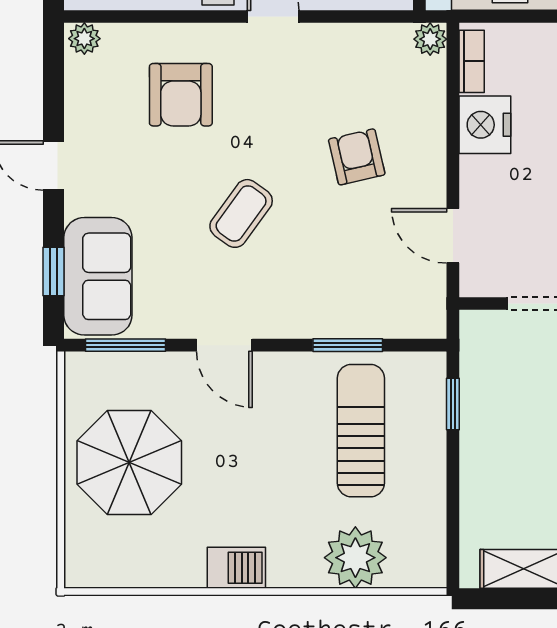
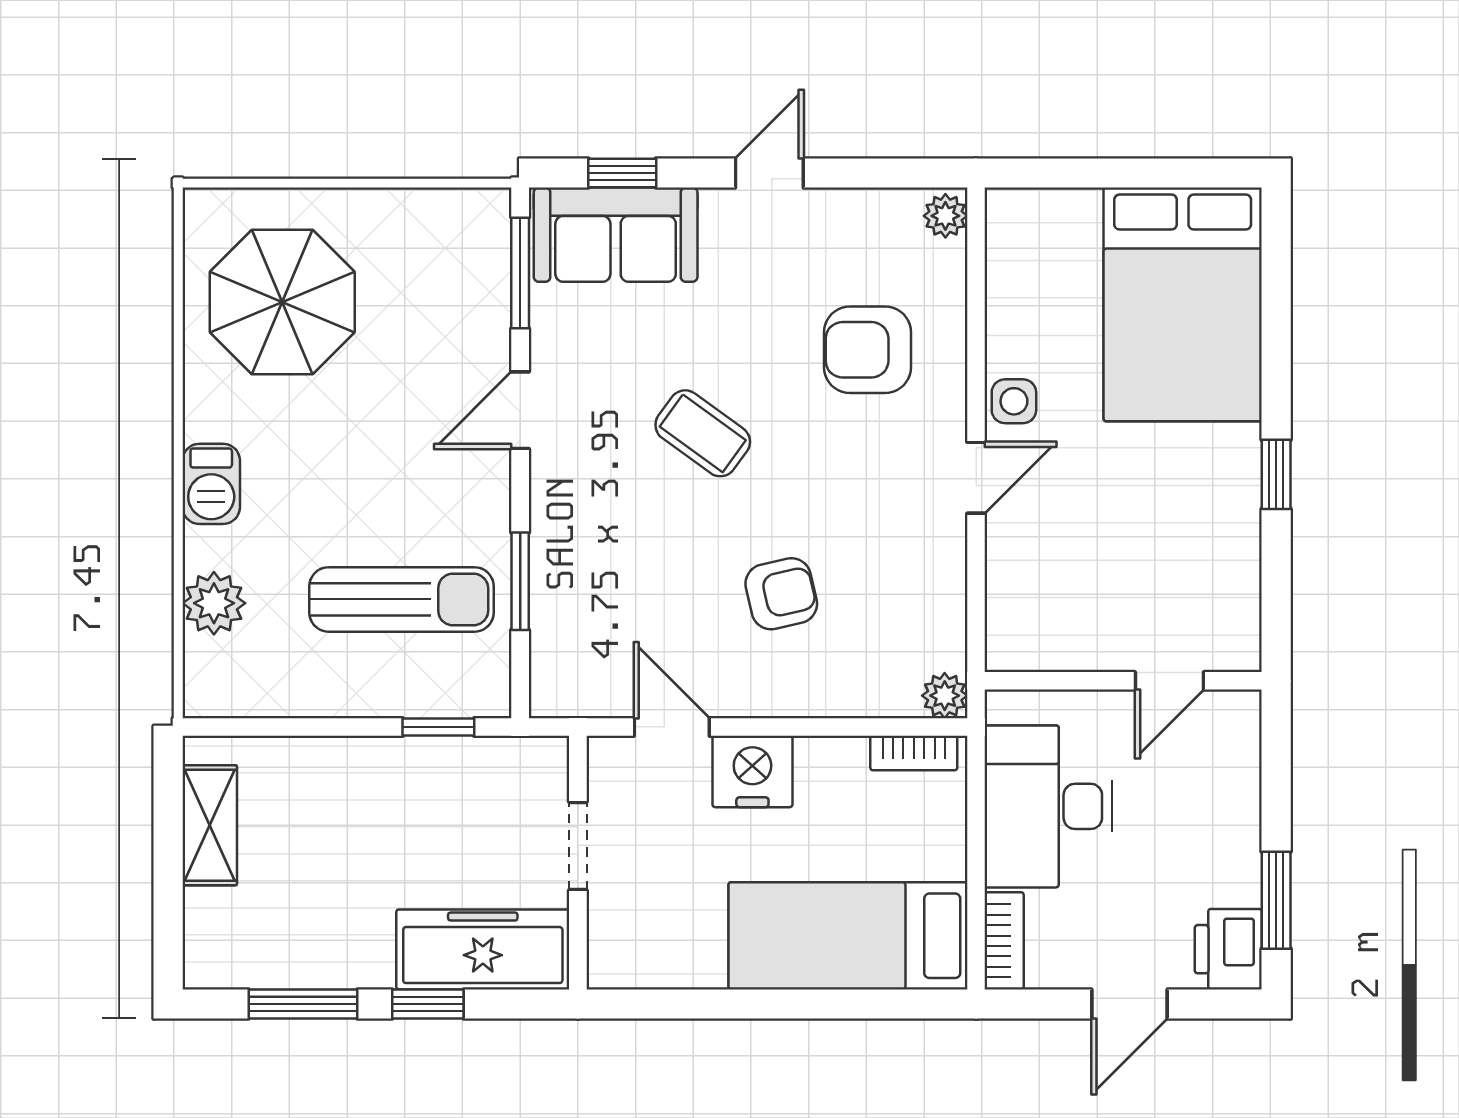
nightstand: (485, 125) -> (752, 771), moved
door: (453, 236) -> (672, 727), hinge flipped
parasol: (129, 463) -> (282, 302), moved
plant: (355, 558) -> (214, 603), width x0.73, depth x0.73
barbecue: (236, 568) -> (211, 484), moved

